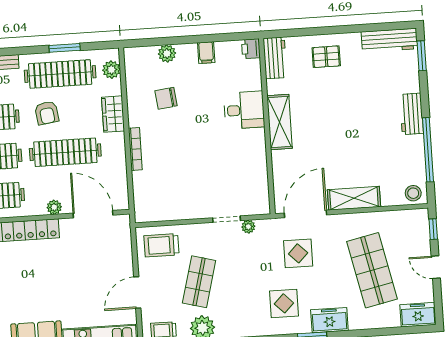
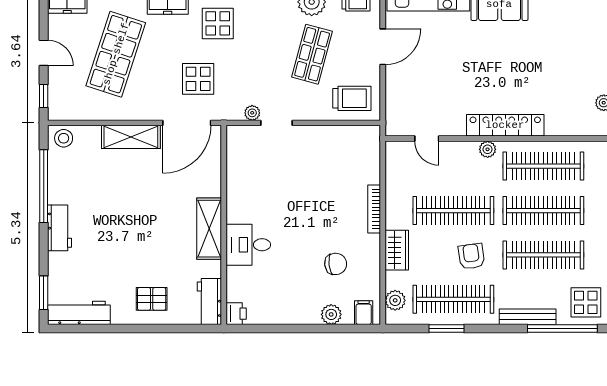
filing cabinet: (206, 53) -> (364, 313), moved
plant: (54, 207) -> (488, 149), moved
door: (93, 214) -> (427, 139), width x0.53
shop shelf: (372, 270) -> (116, 54), turned 30

